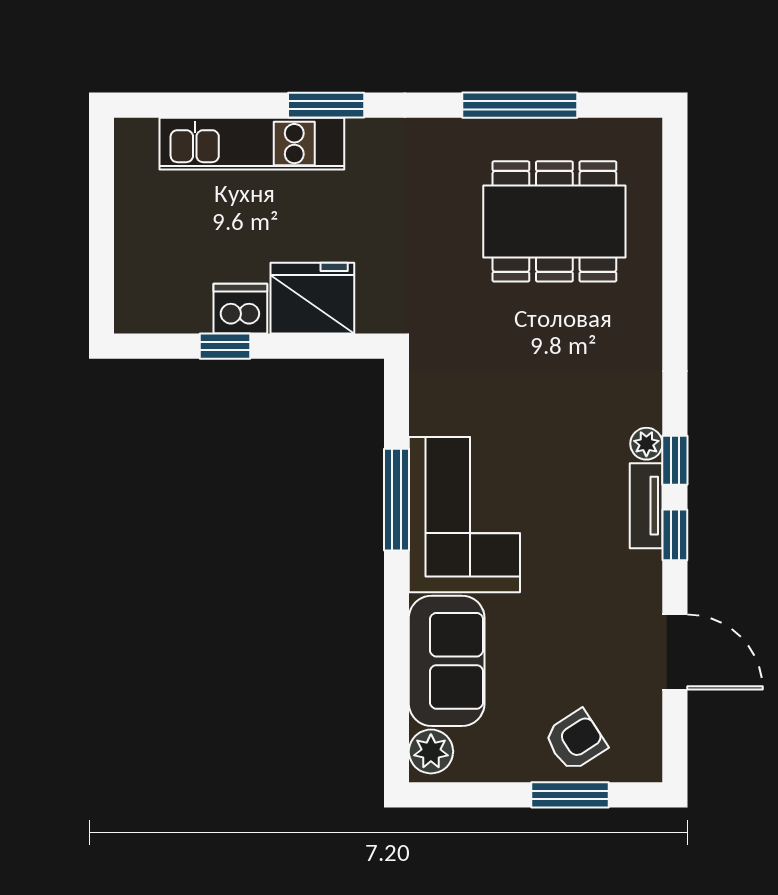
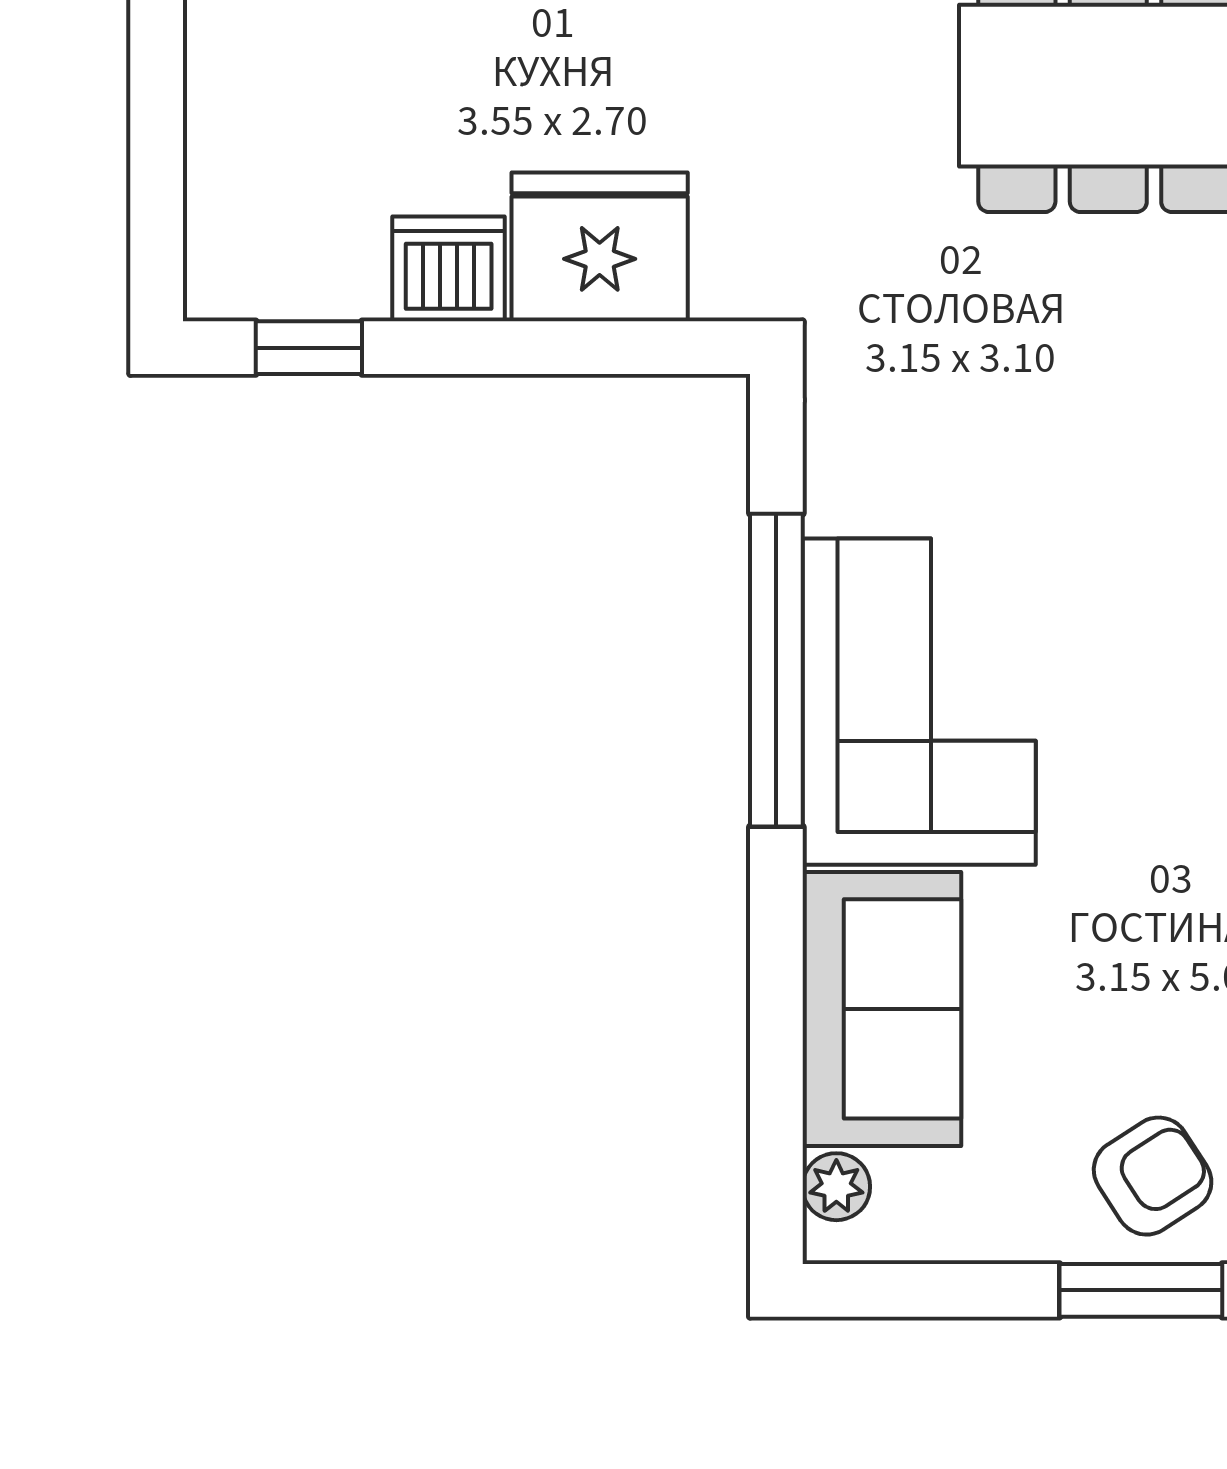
window: (225, 346) -> (309, 348), moved
window: (396, 500) -> (776, 670), width x1.46
plant: (431, 751) -> (836, 1187), width x0.73, depth x0.73

